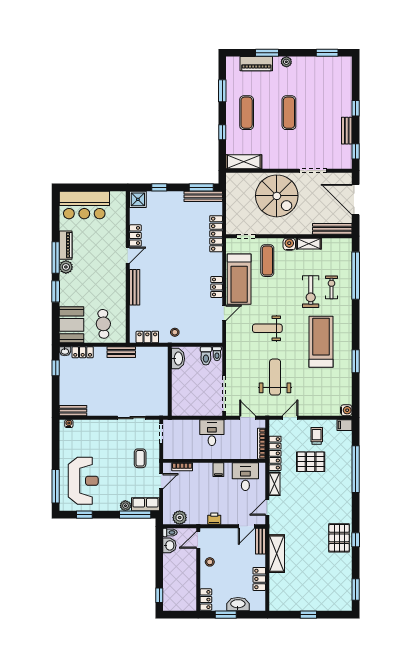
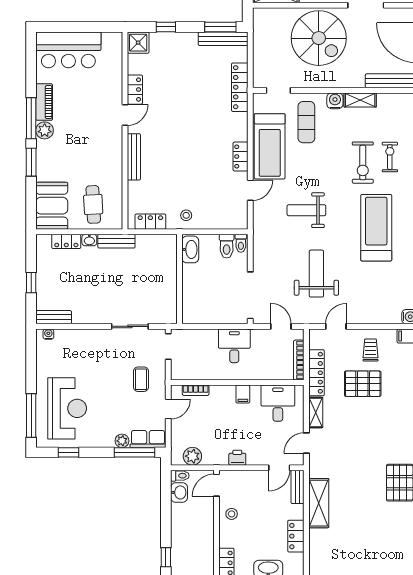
washbasin: (65, 351) -> (89, 240), moved
window: (56, 368) -> (31, 283), moved

